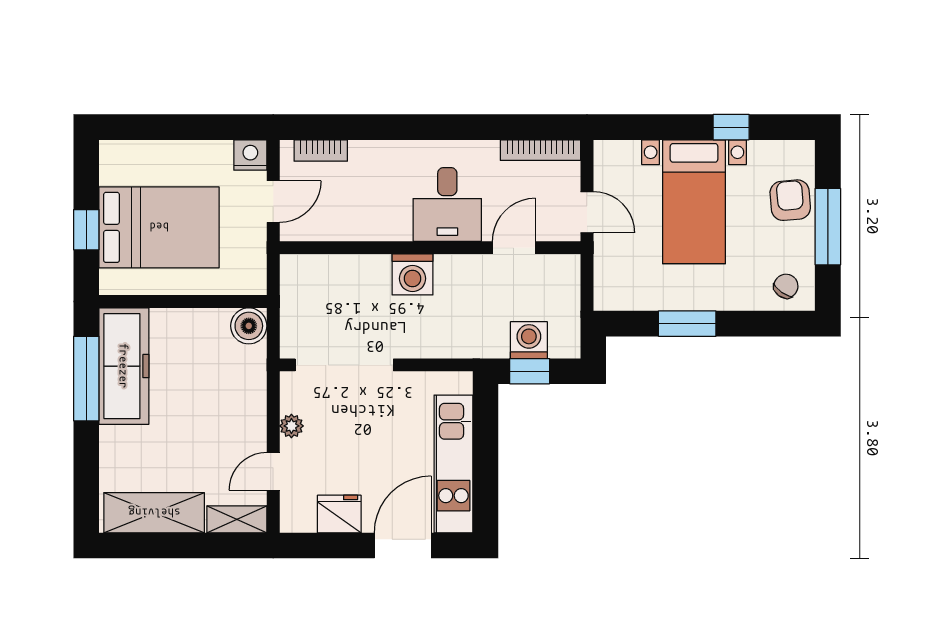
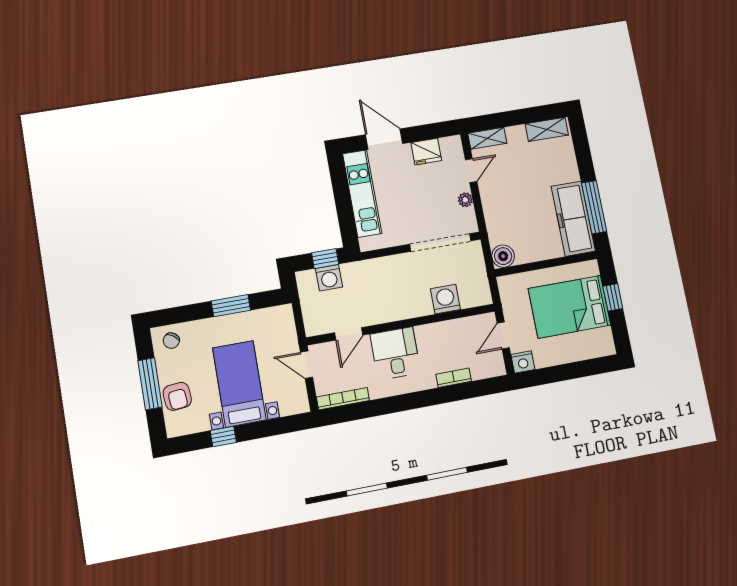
bookcase: (321, 151) -> (454, 378), moved
washing machine: (413, 274) -> (445, 299), moved
shelving: (154, 513) -> (547, 129), width x0.67, depth x0.75
door: (403, 546) -> (384, 139), swing flipped

